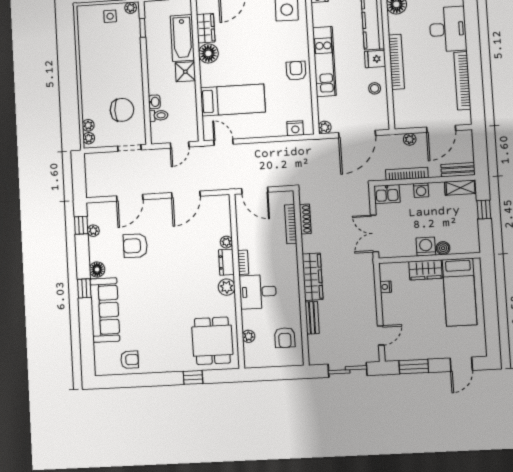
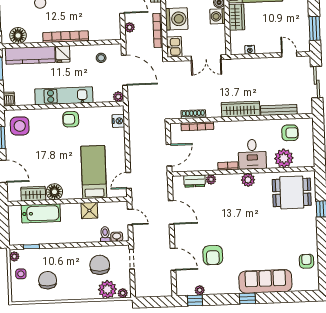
chair: (103, 48) -> (48, 280), added
shower: (185, 72) -> (89, 210), moved
stool: (375, 88) -> (101, 58), moved
washbasin: (154, 102) -> (117, 237), moved
plant: (88, 125) -> (107, 289), width x1.88, depth x1.88
washing machine: (421, 190) -> (177, 19), width x1.89, depth x1.89
dresser: (226, 262) -> (195, 181), moved
floor lamp: (97, 269) -> (232, 287), removed
bench: (312, 318) -> (279, 110), width x1.36
plant: (249, 336) -> (284, 158), width x1.88, depth x1.88

